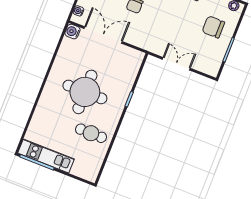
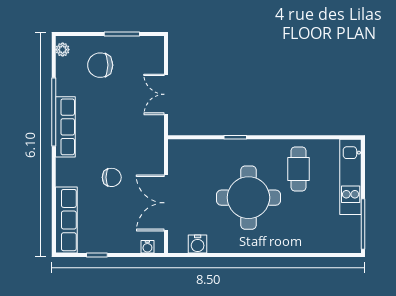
chair: (213, 27) -> (100, 65), turned 90
water cooler: (73, 32) -> (198, 244), moved
kitchen unit: (46, 156) -> (351, 177), moved

